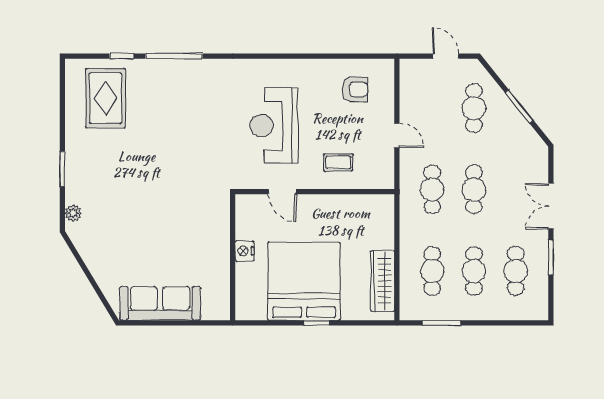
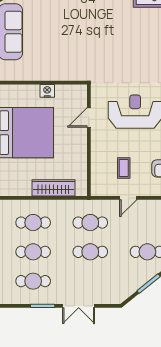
coffee table: (338, 162) -> (124, 168), moved
double door: (551, 206) -> (79, 306), swing flipped
wardrobe: (383, 281) -> (54, 188), moved

